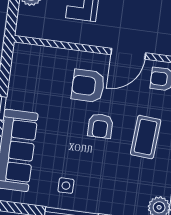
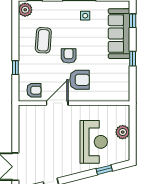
coffee table: (146, 137) -> (43, 40), moved

